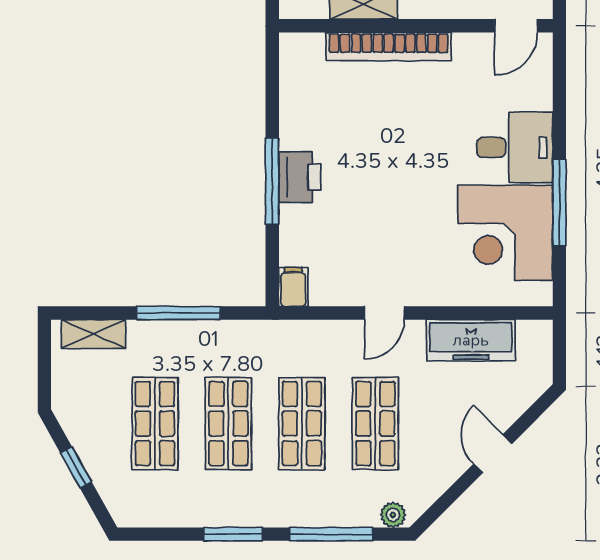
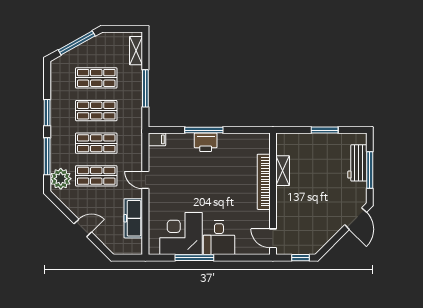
window: (76, 468) -> (77, 43), width x2.17
plant: (393, 515) -> (61, 179), width x1.88, depth x1.88

